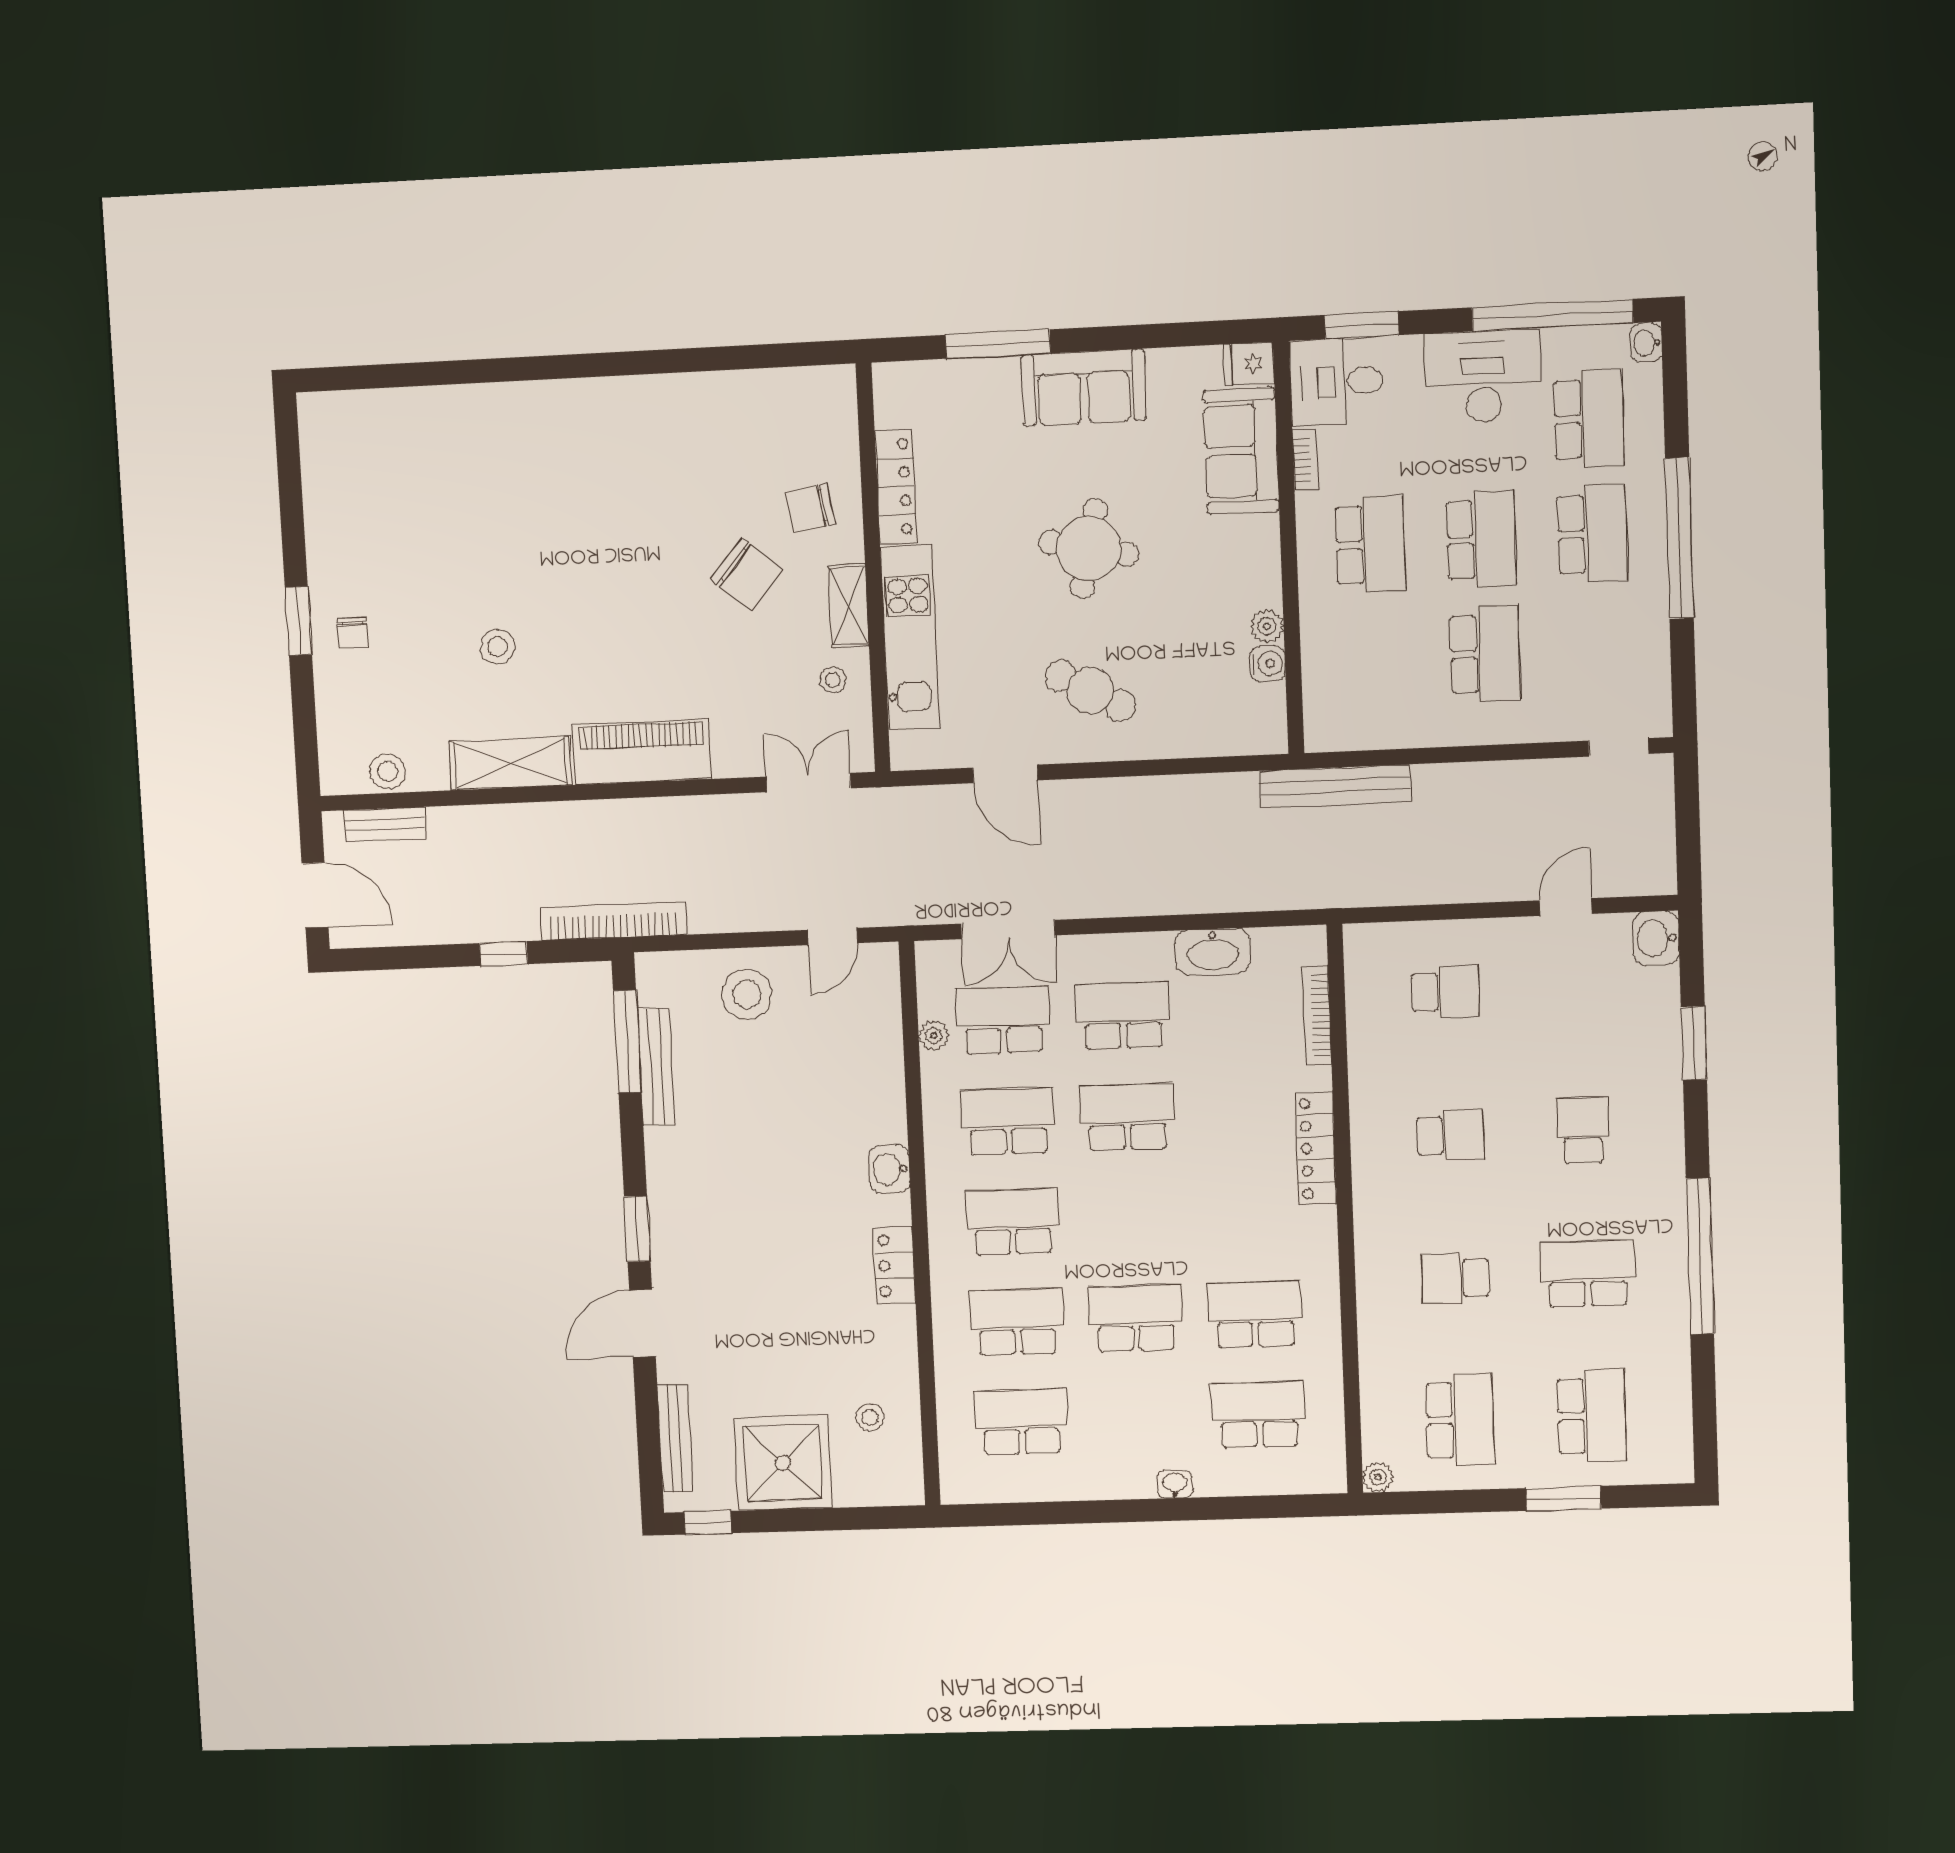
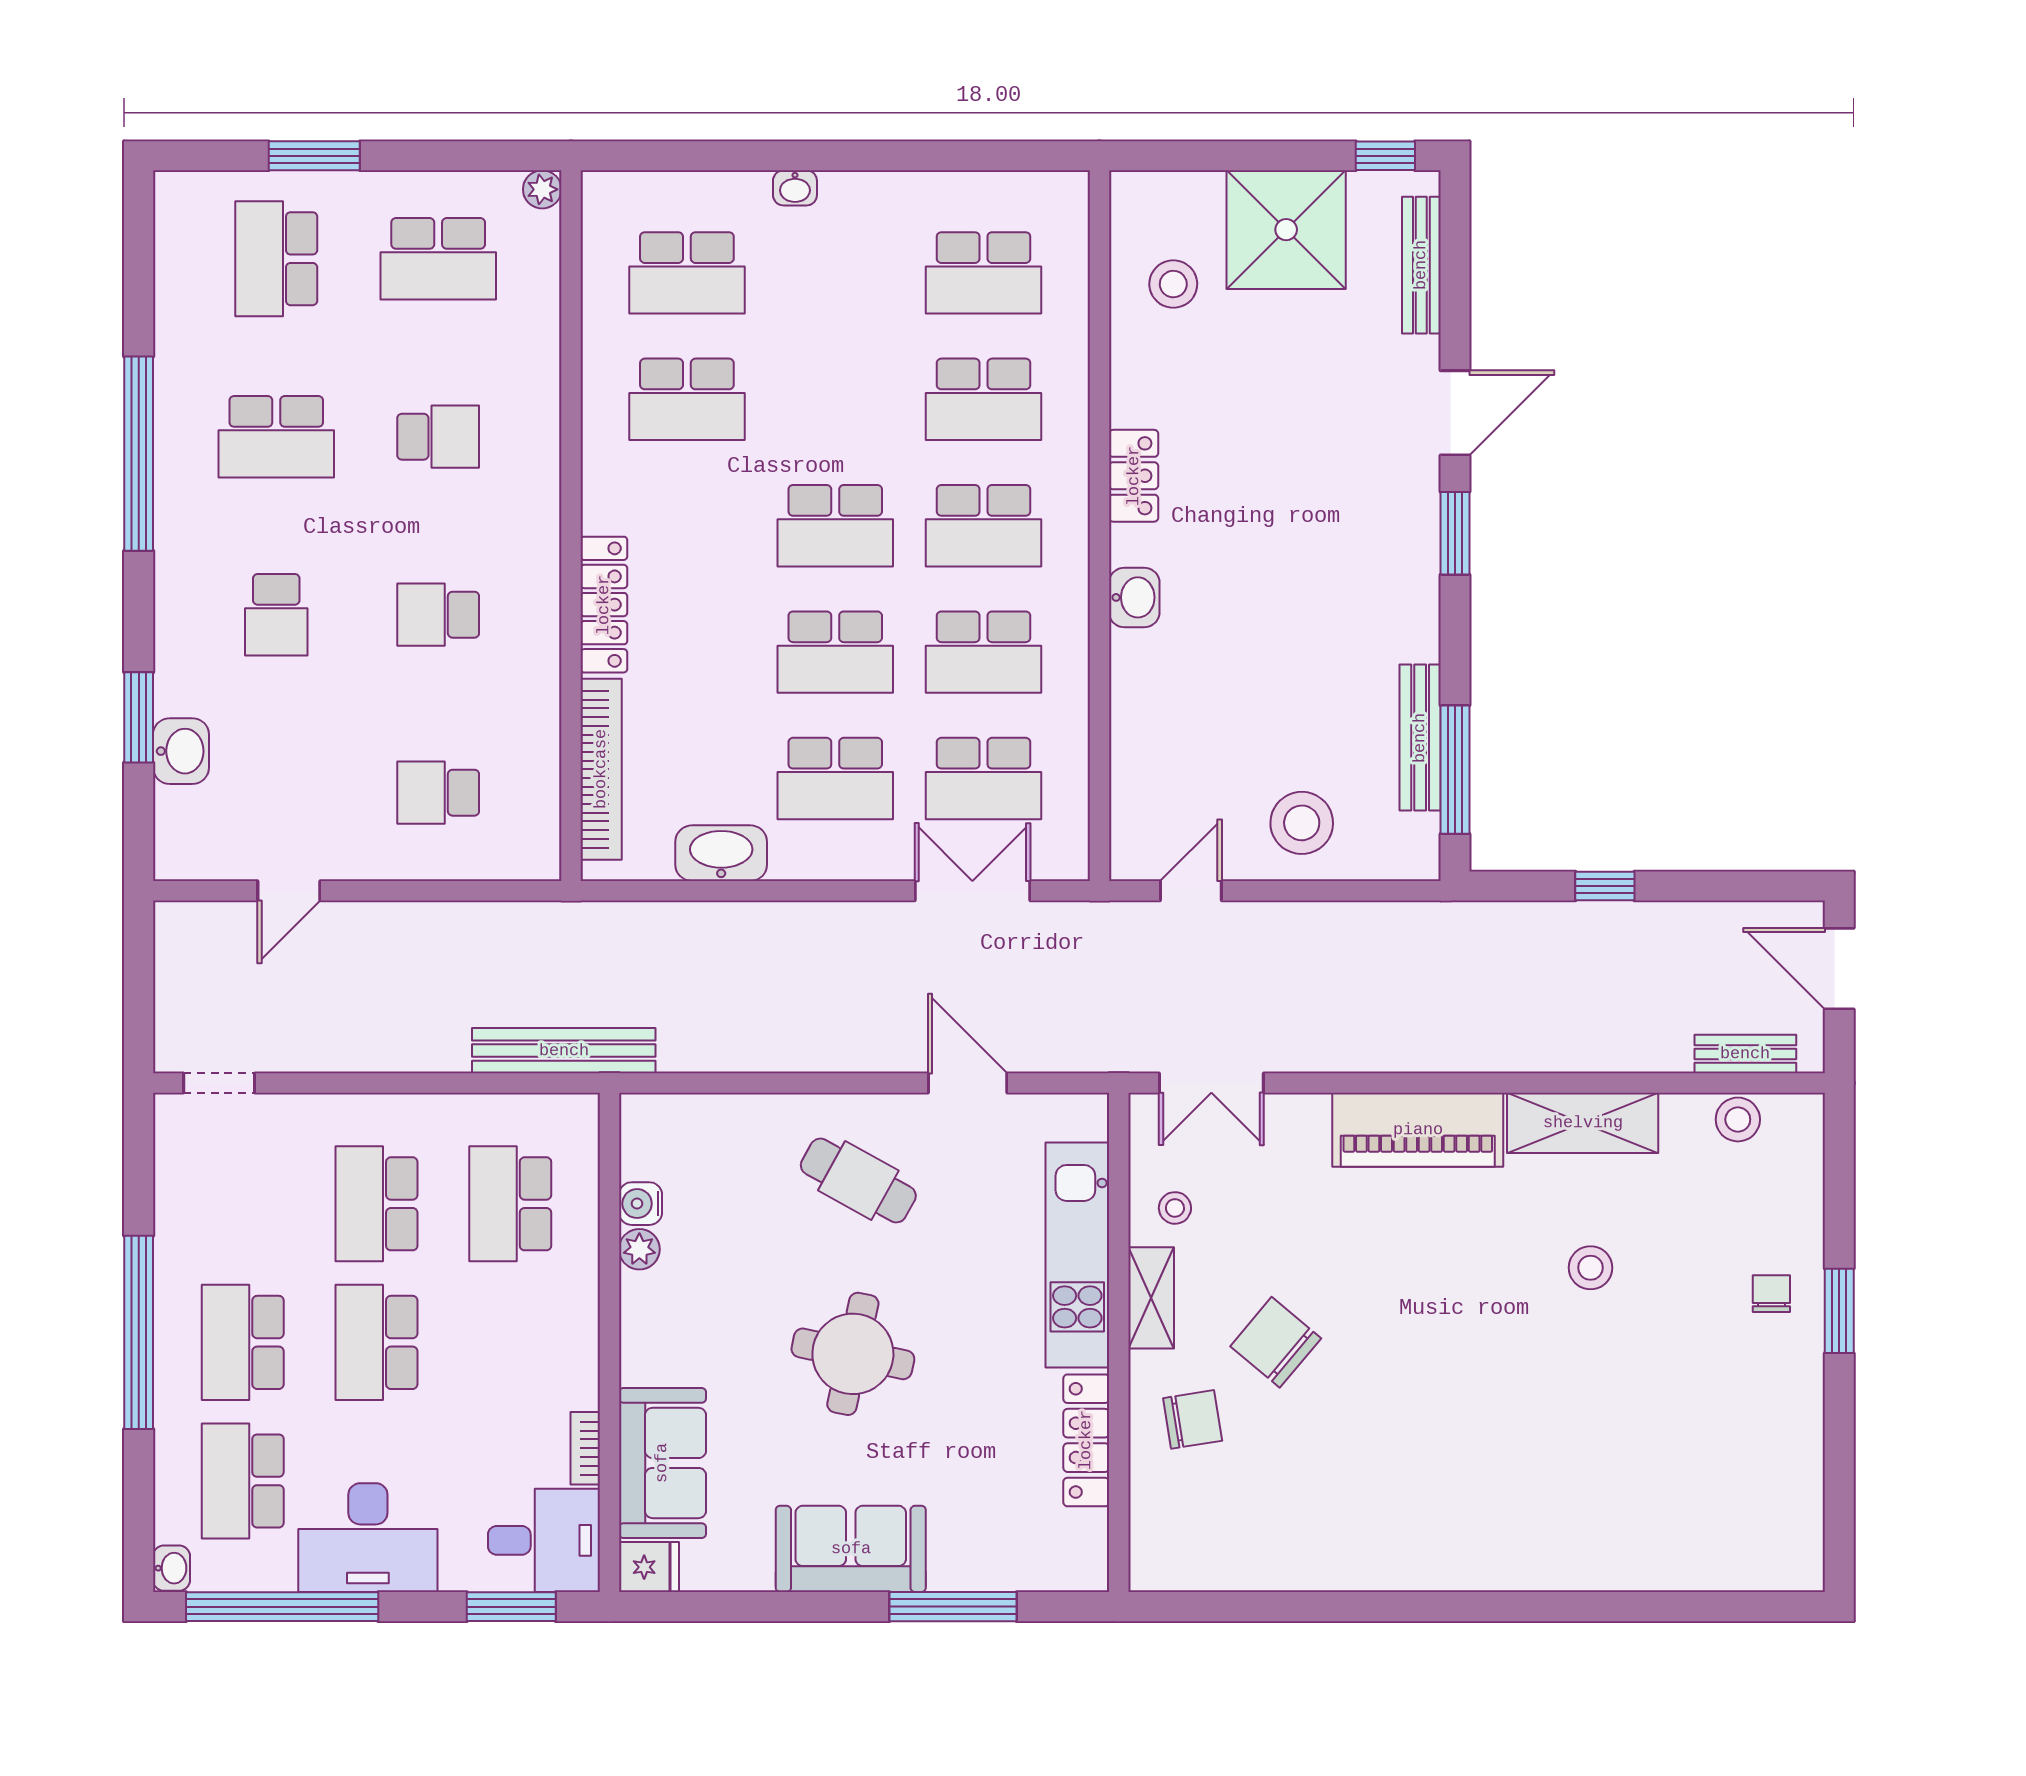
school desk: (1371, 544) -> (510, 1204), moved
bookcase: (613, 921) -> (1464, 921), removed
washbasin: (1656, 938) -> (181, 751), moved
bookcase: (1317, 1015) -> (601, 769), width x1.48, depth x1.31
plant: (934, 1036) -> (1071, 763), removed
school desk: (1136, 1318) -> (835, 526), moved
stool: (870, 1418) -> (1173, 284), width x1.37, depth x1.37
school desk: (1460, 1420) -> (438, 259), turned -90

